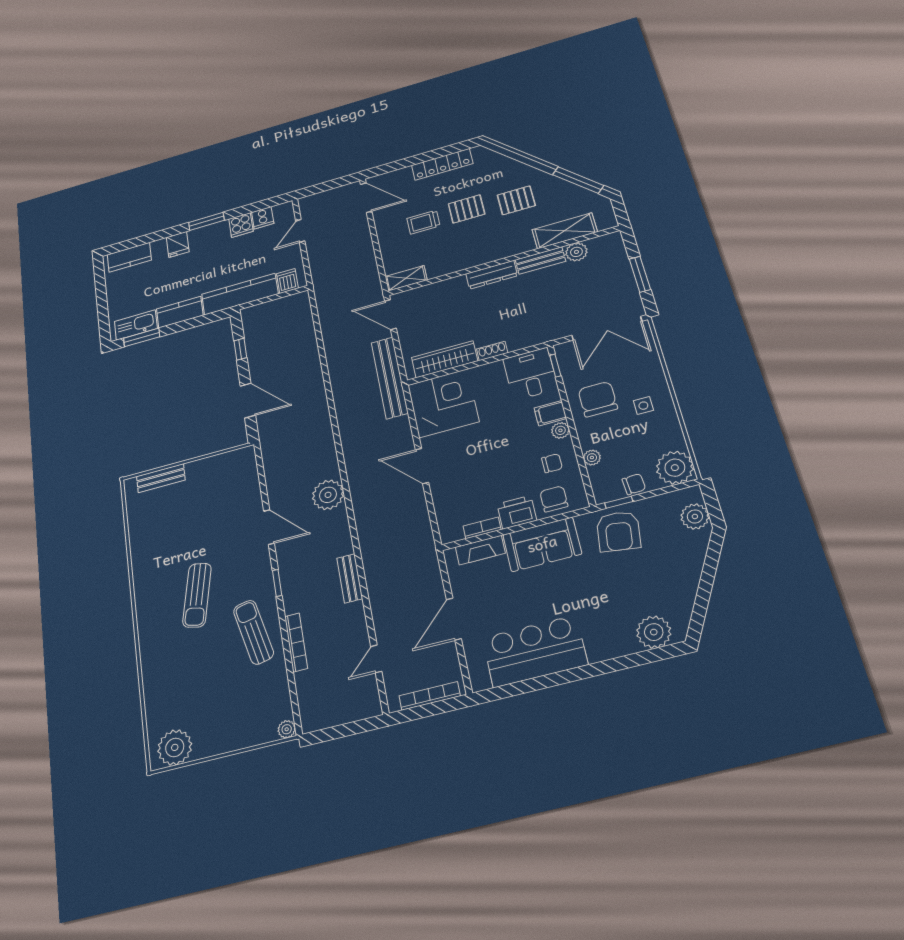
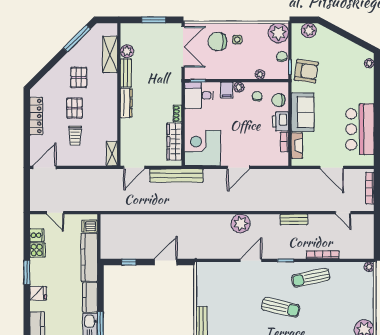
chair: (598, 399) -> (217, 41), moved
plant: (654, 632) -> (369, 63), width x0.53, depth x0.53

